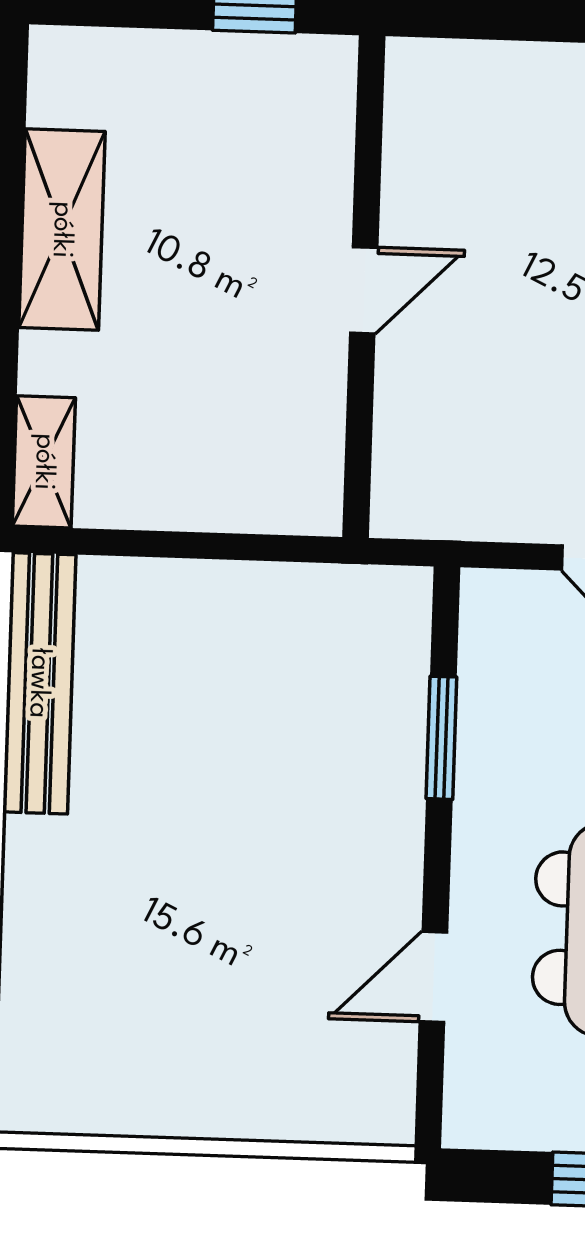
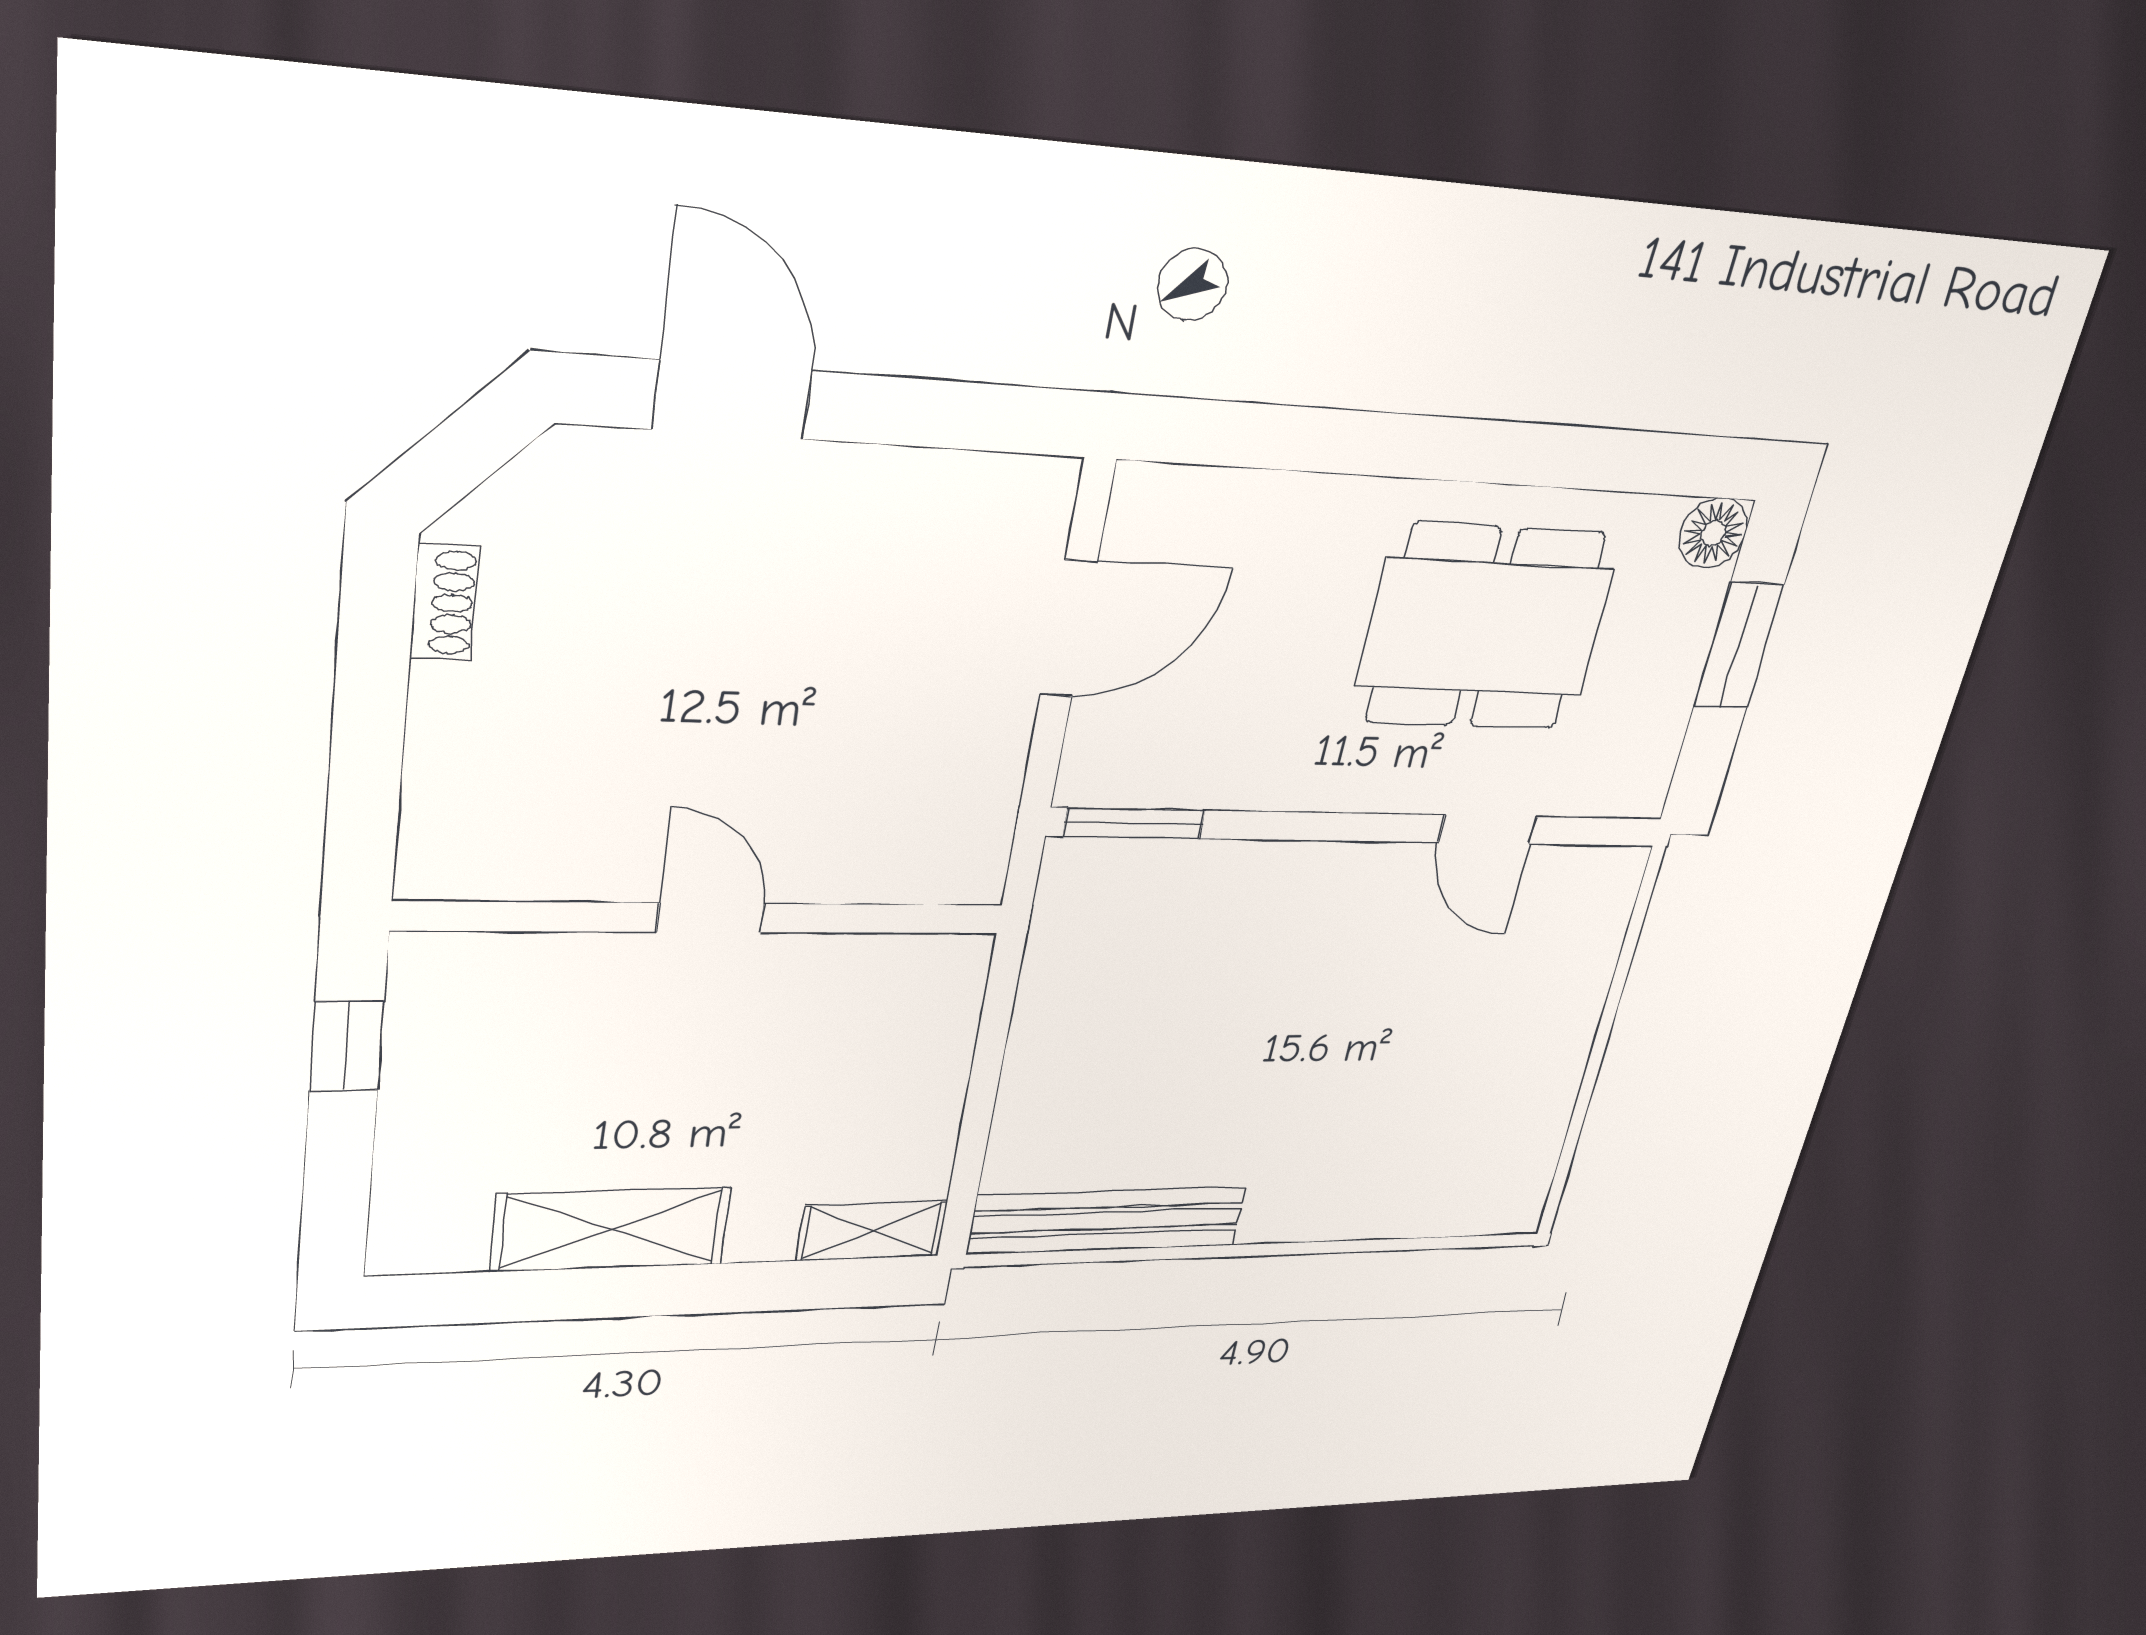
window: (441, 738) -> (1134, 823), moved

